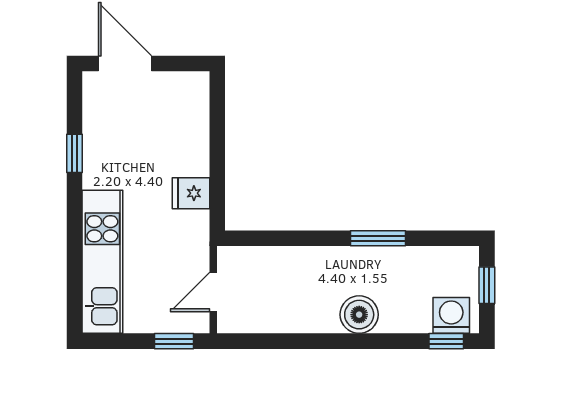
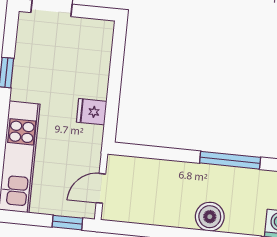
window: (378, 238) -> (230, 160), width x1.44

